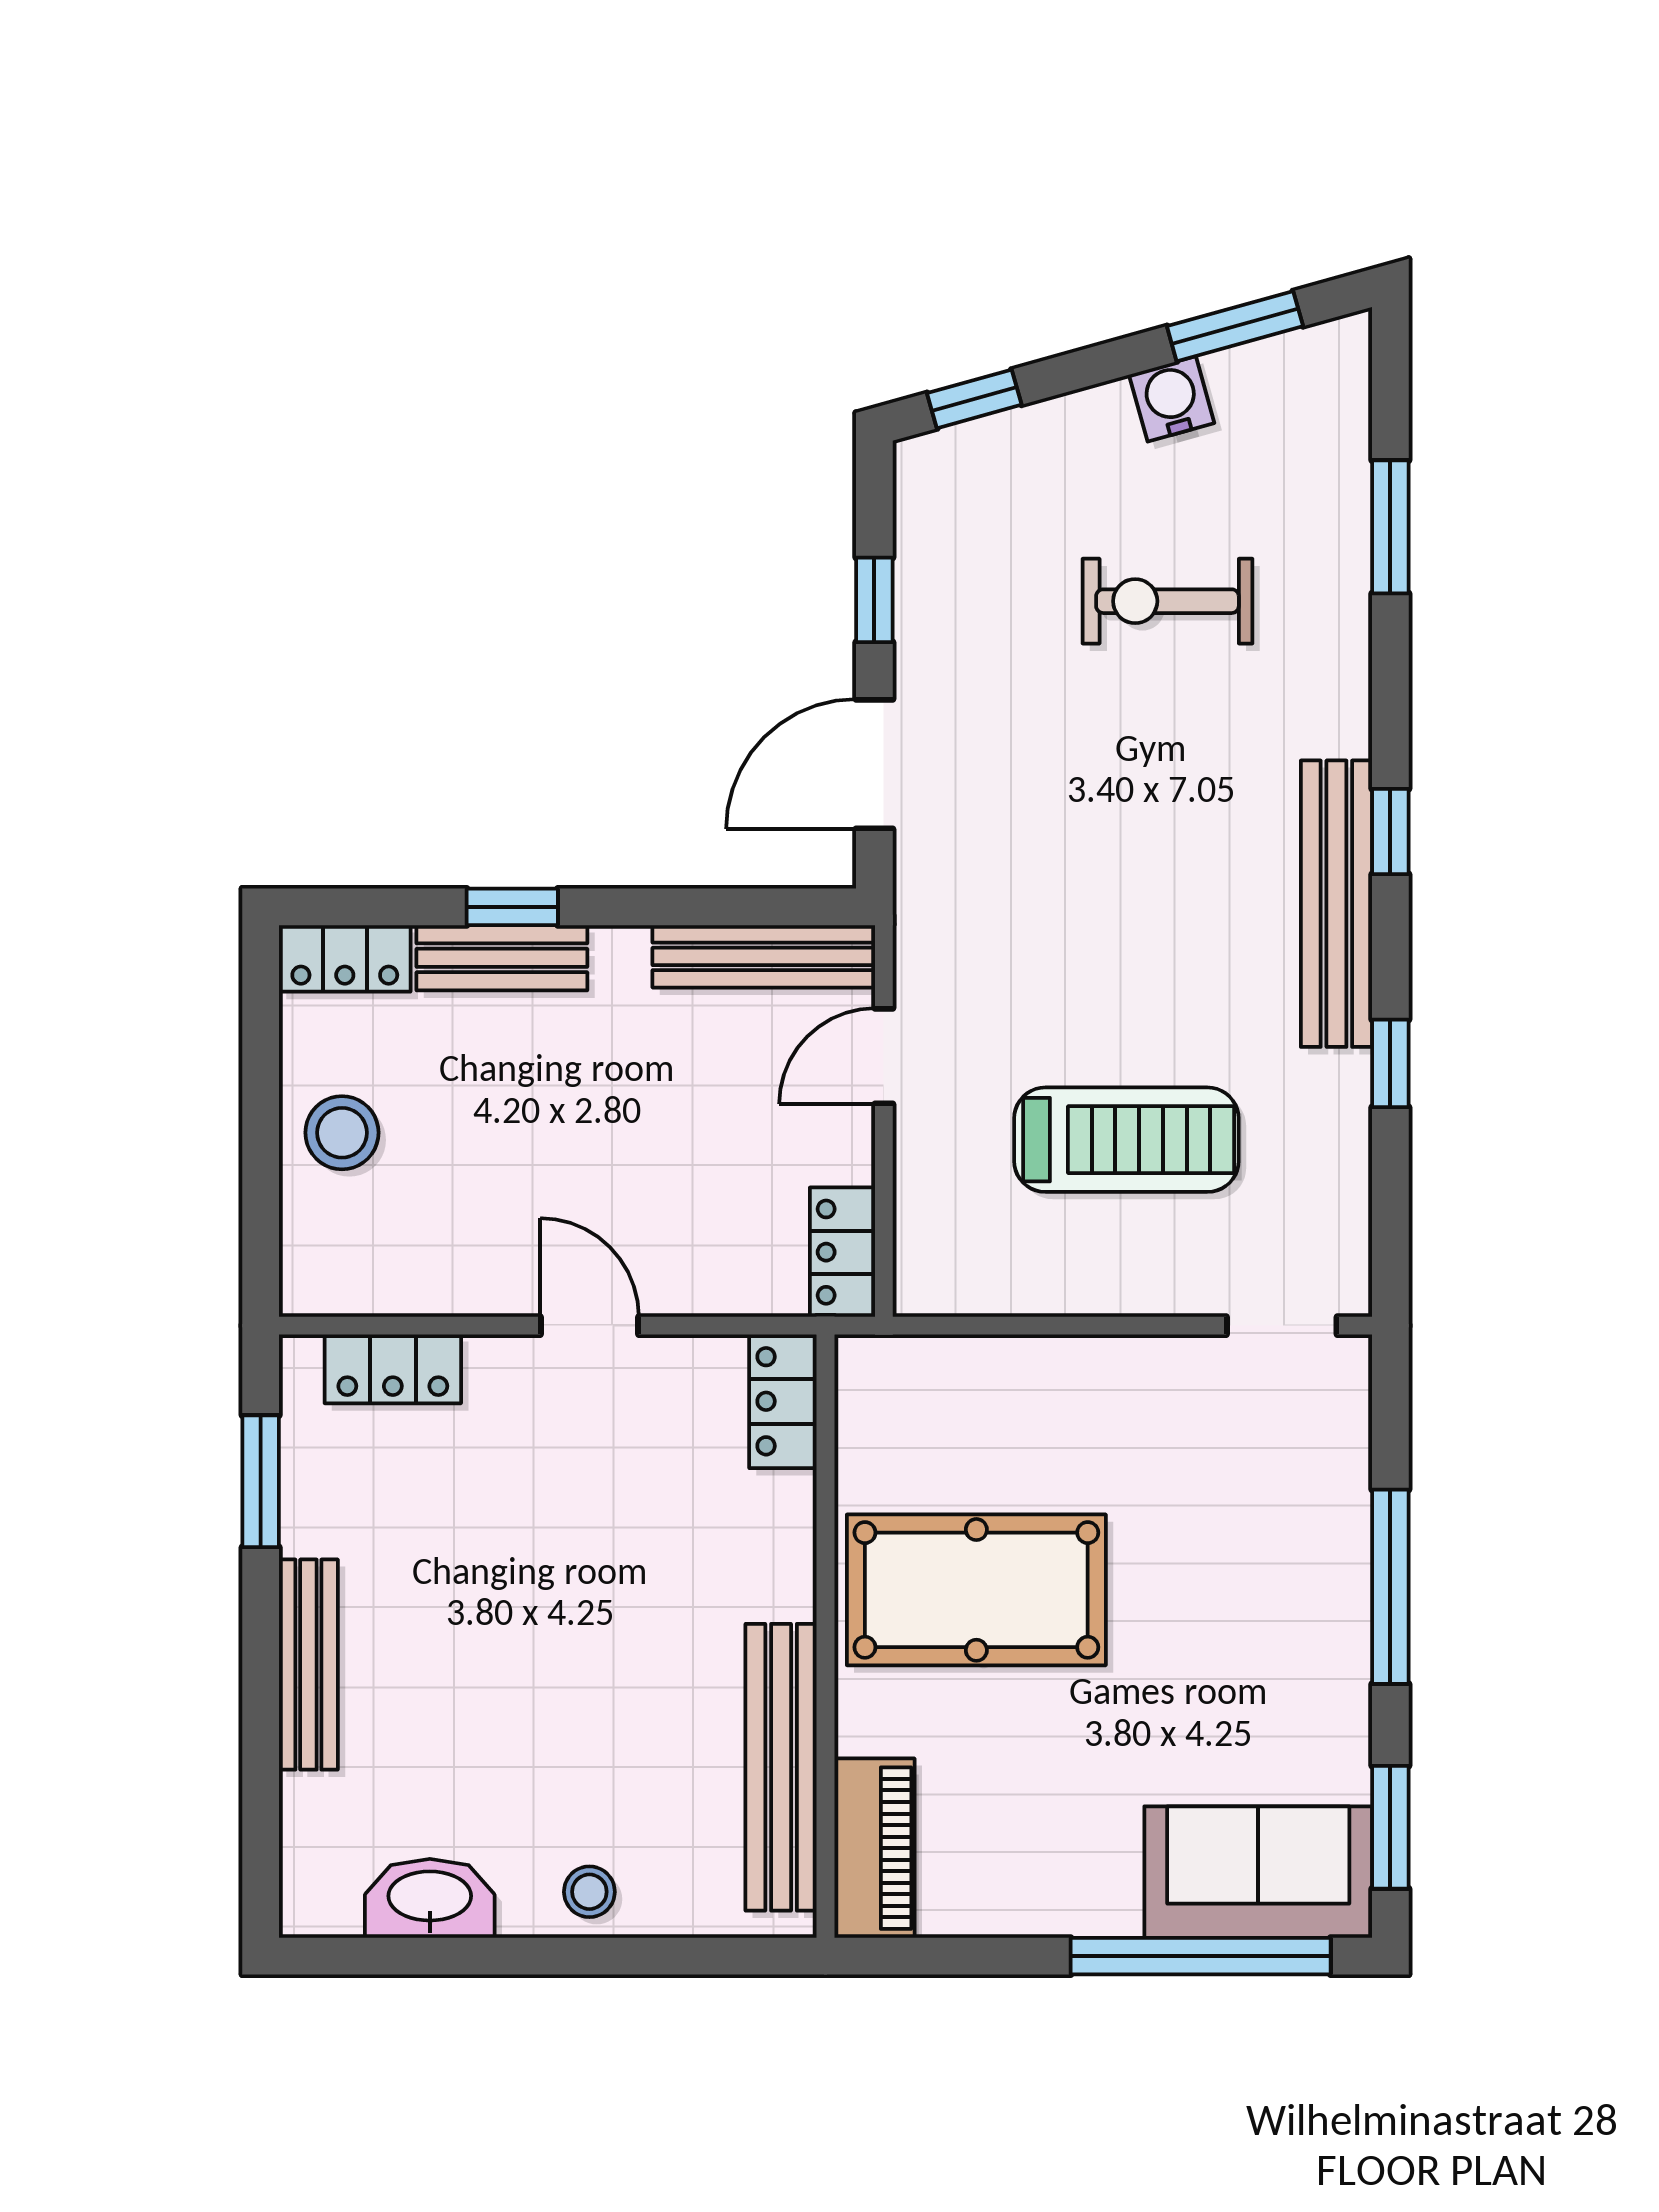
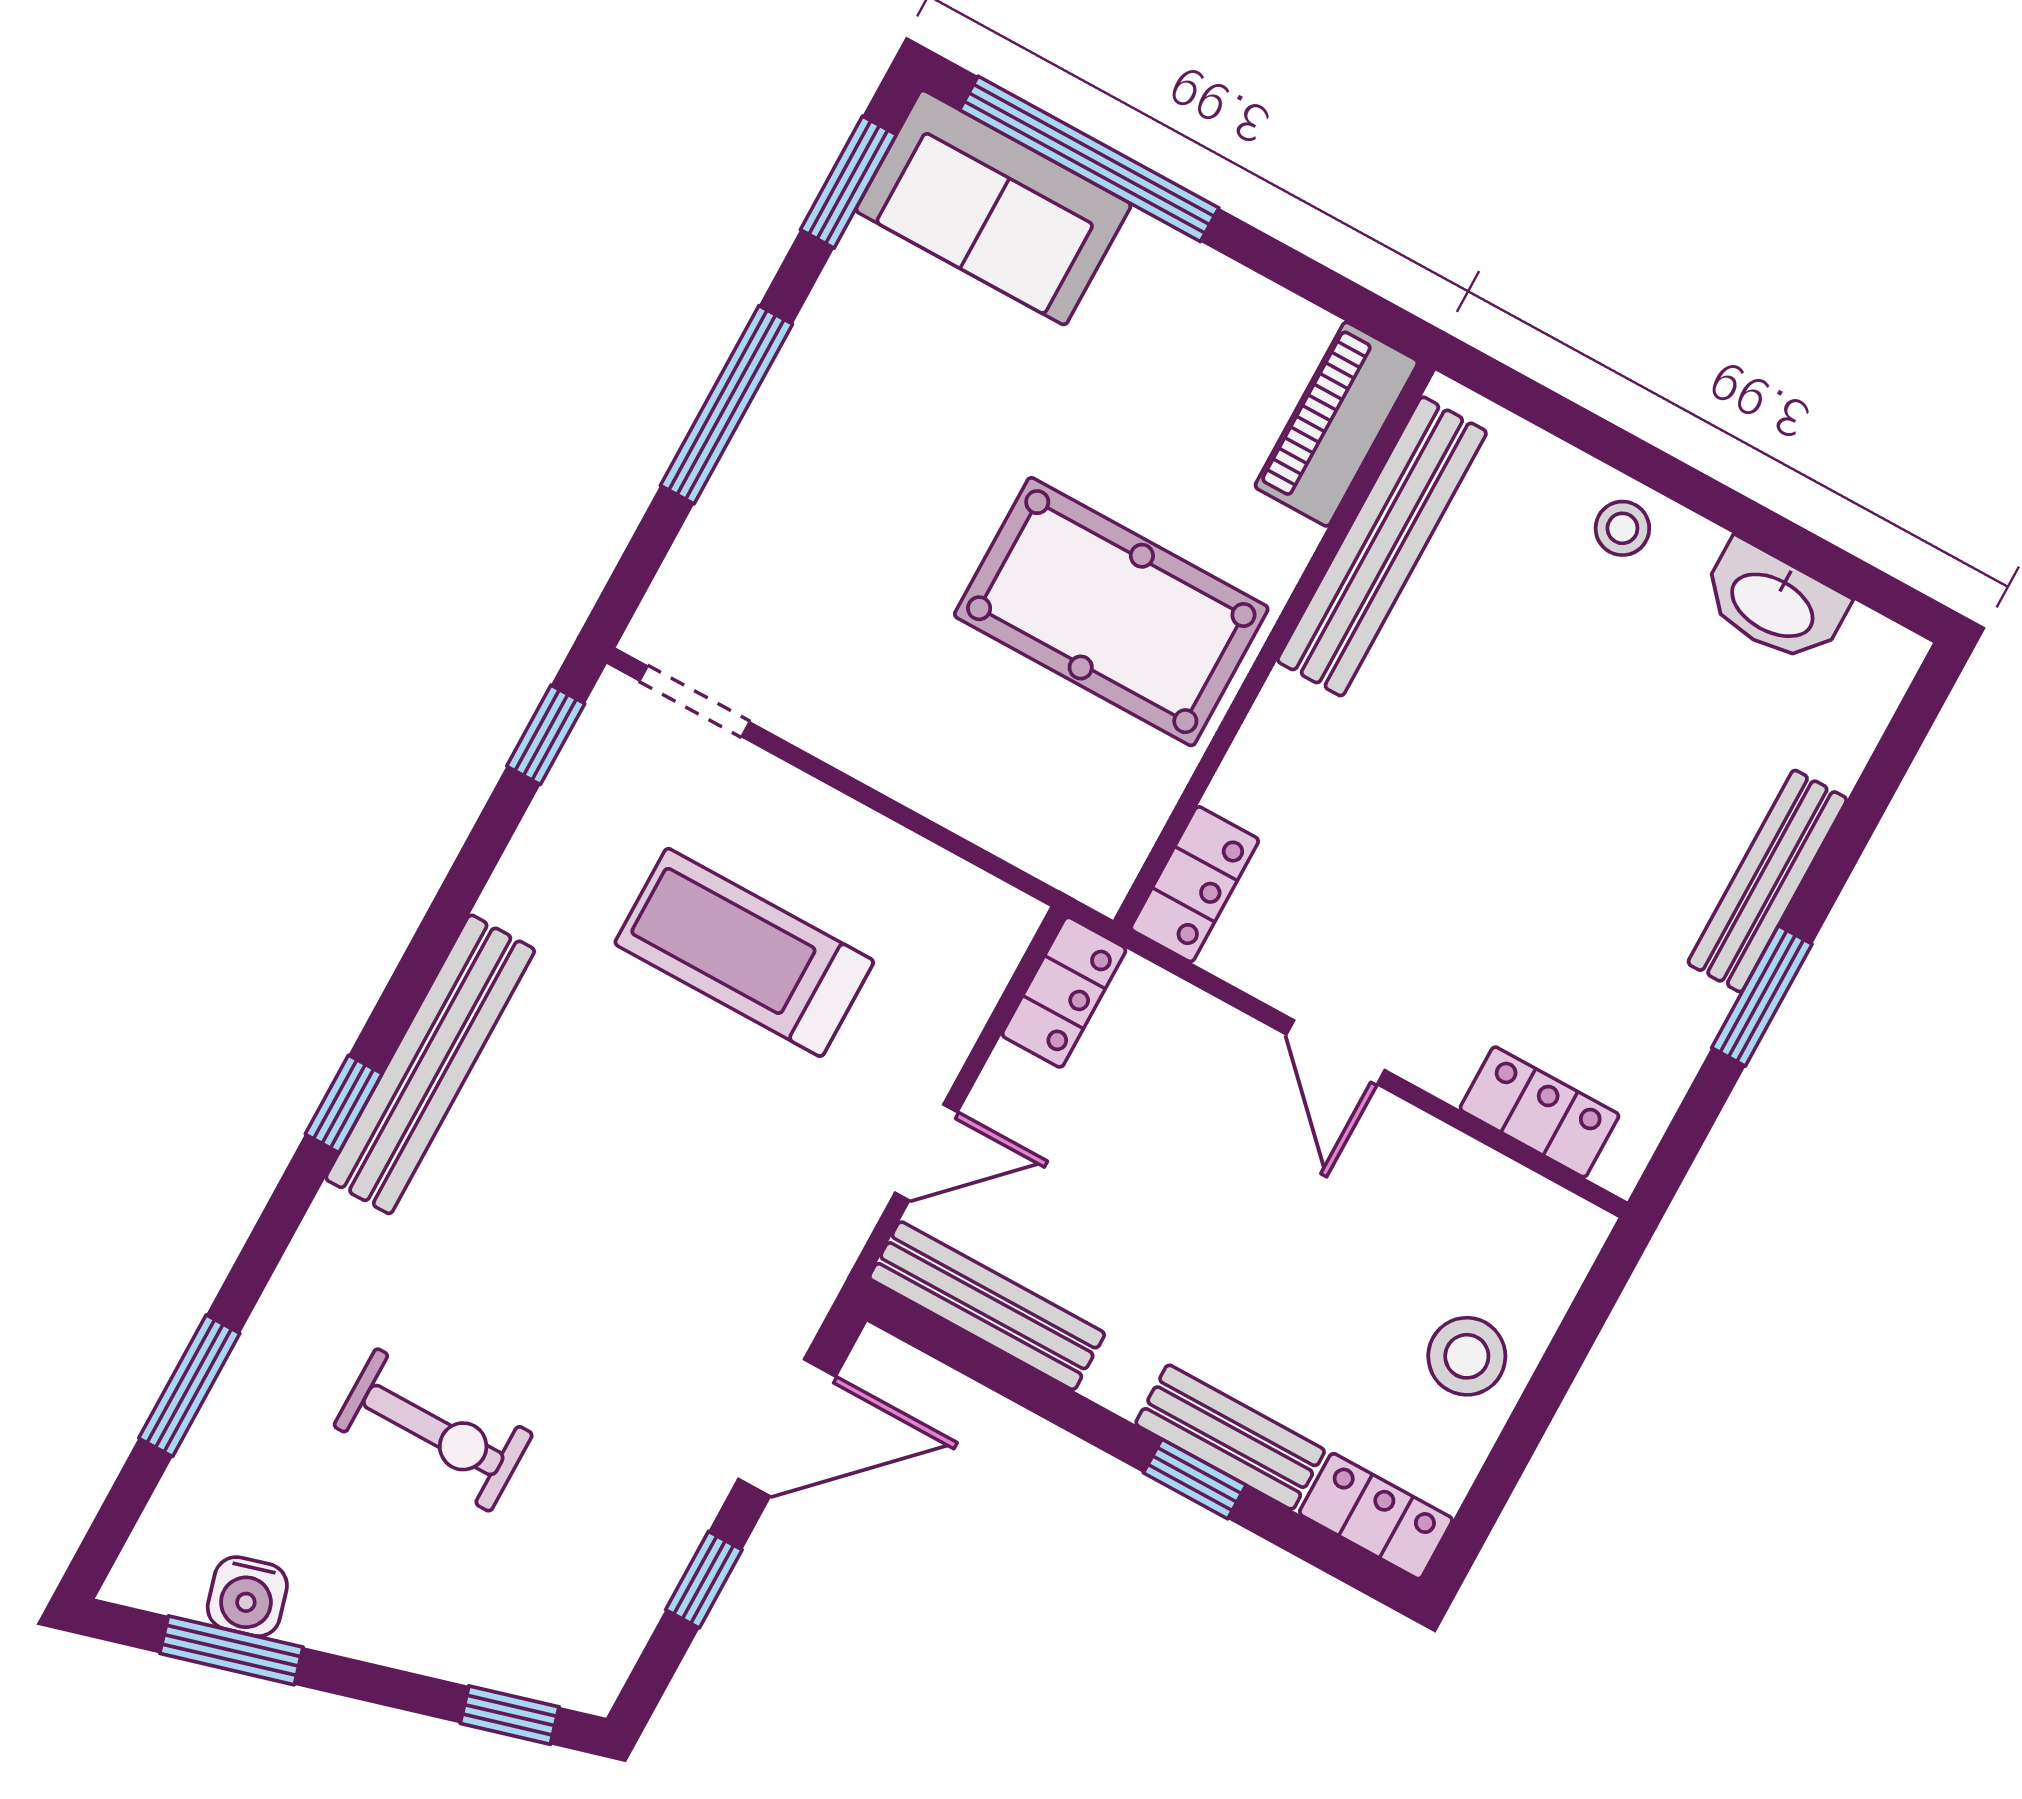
water cooler: (1172, 399) -> (247, 1597), moved
window: (1390, 1063) -> (546, 735), moved
window: (261, 1481) -> (1762, 996), moved

